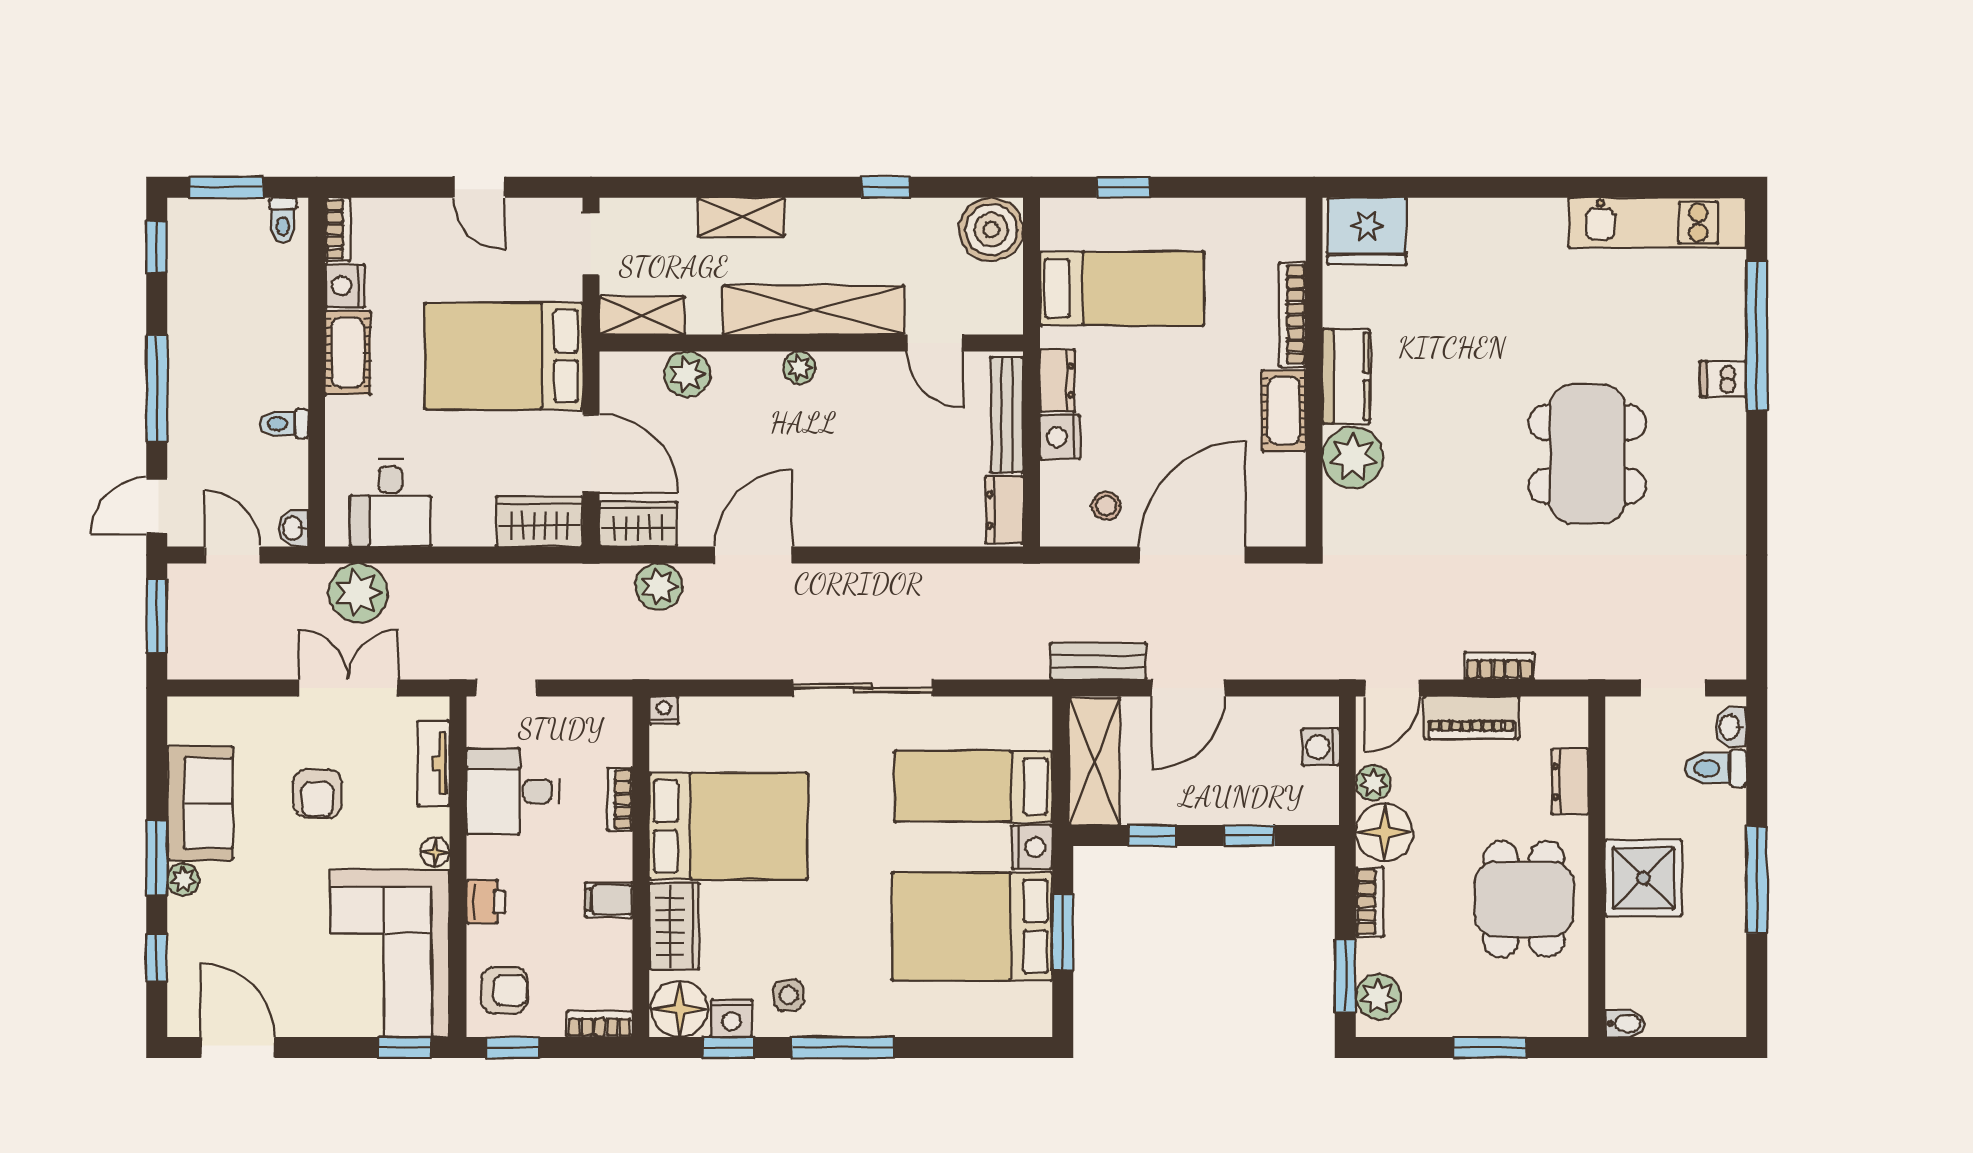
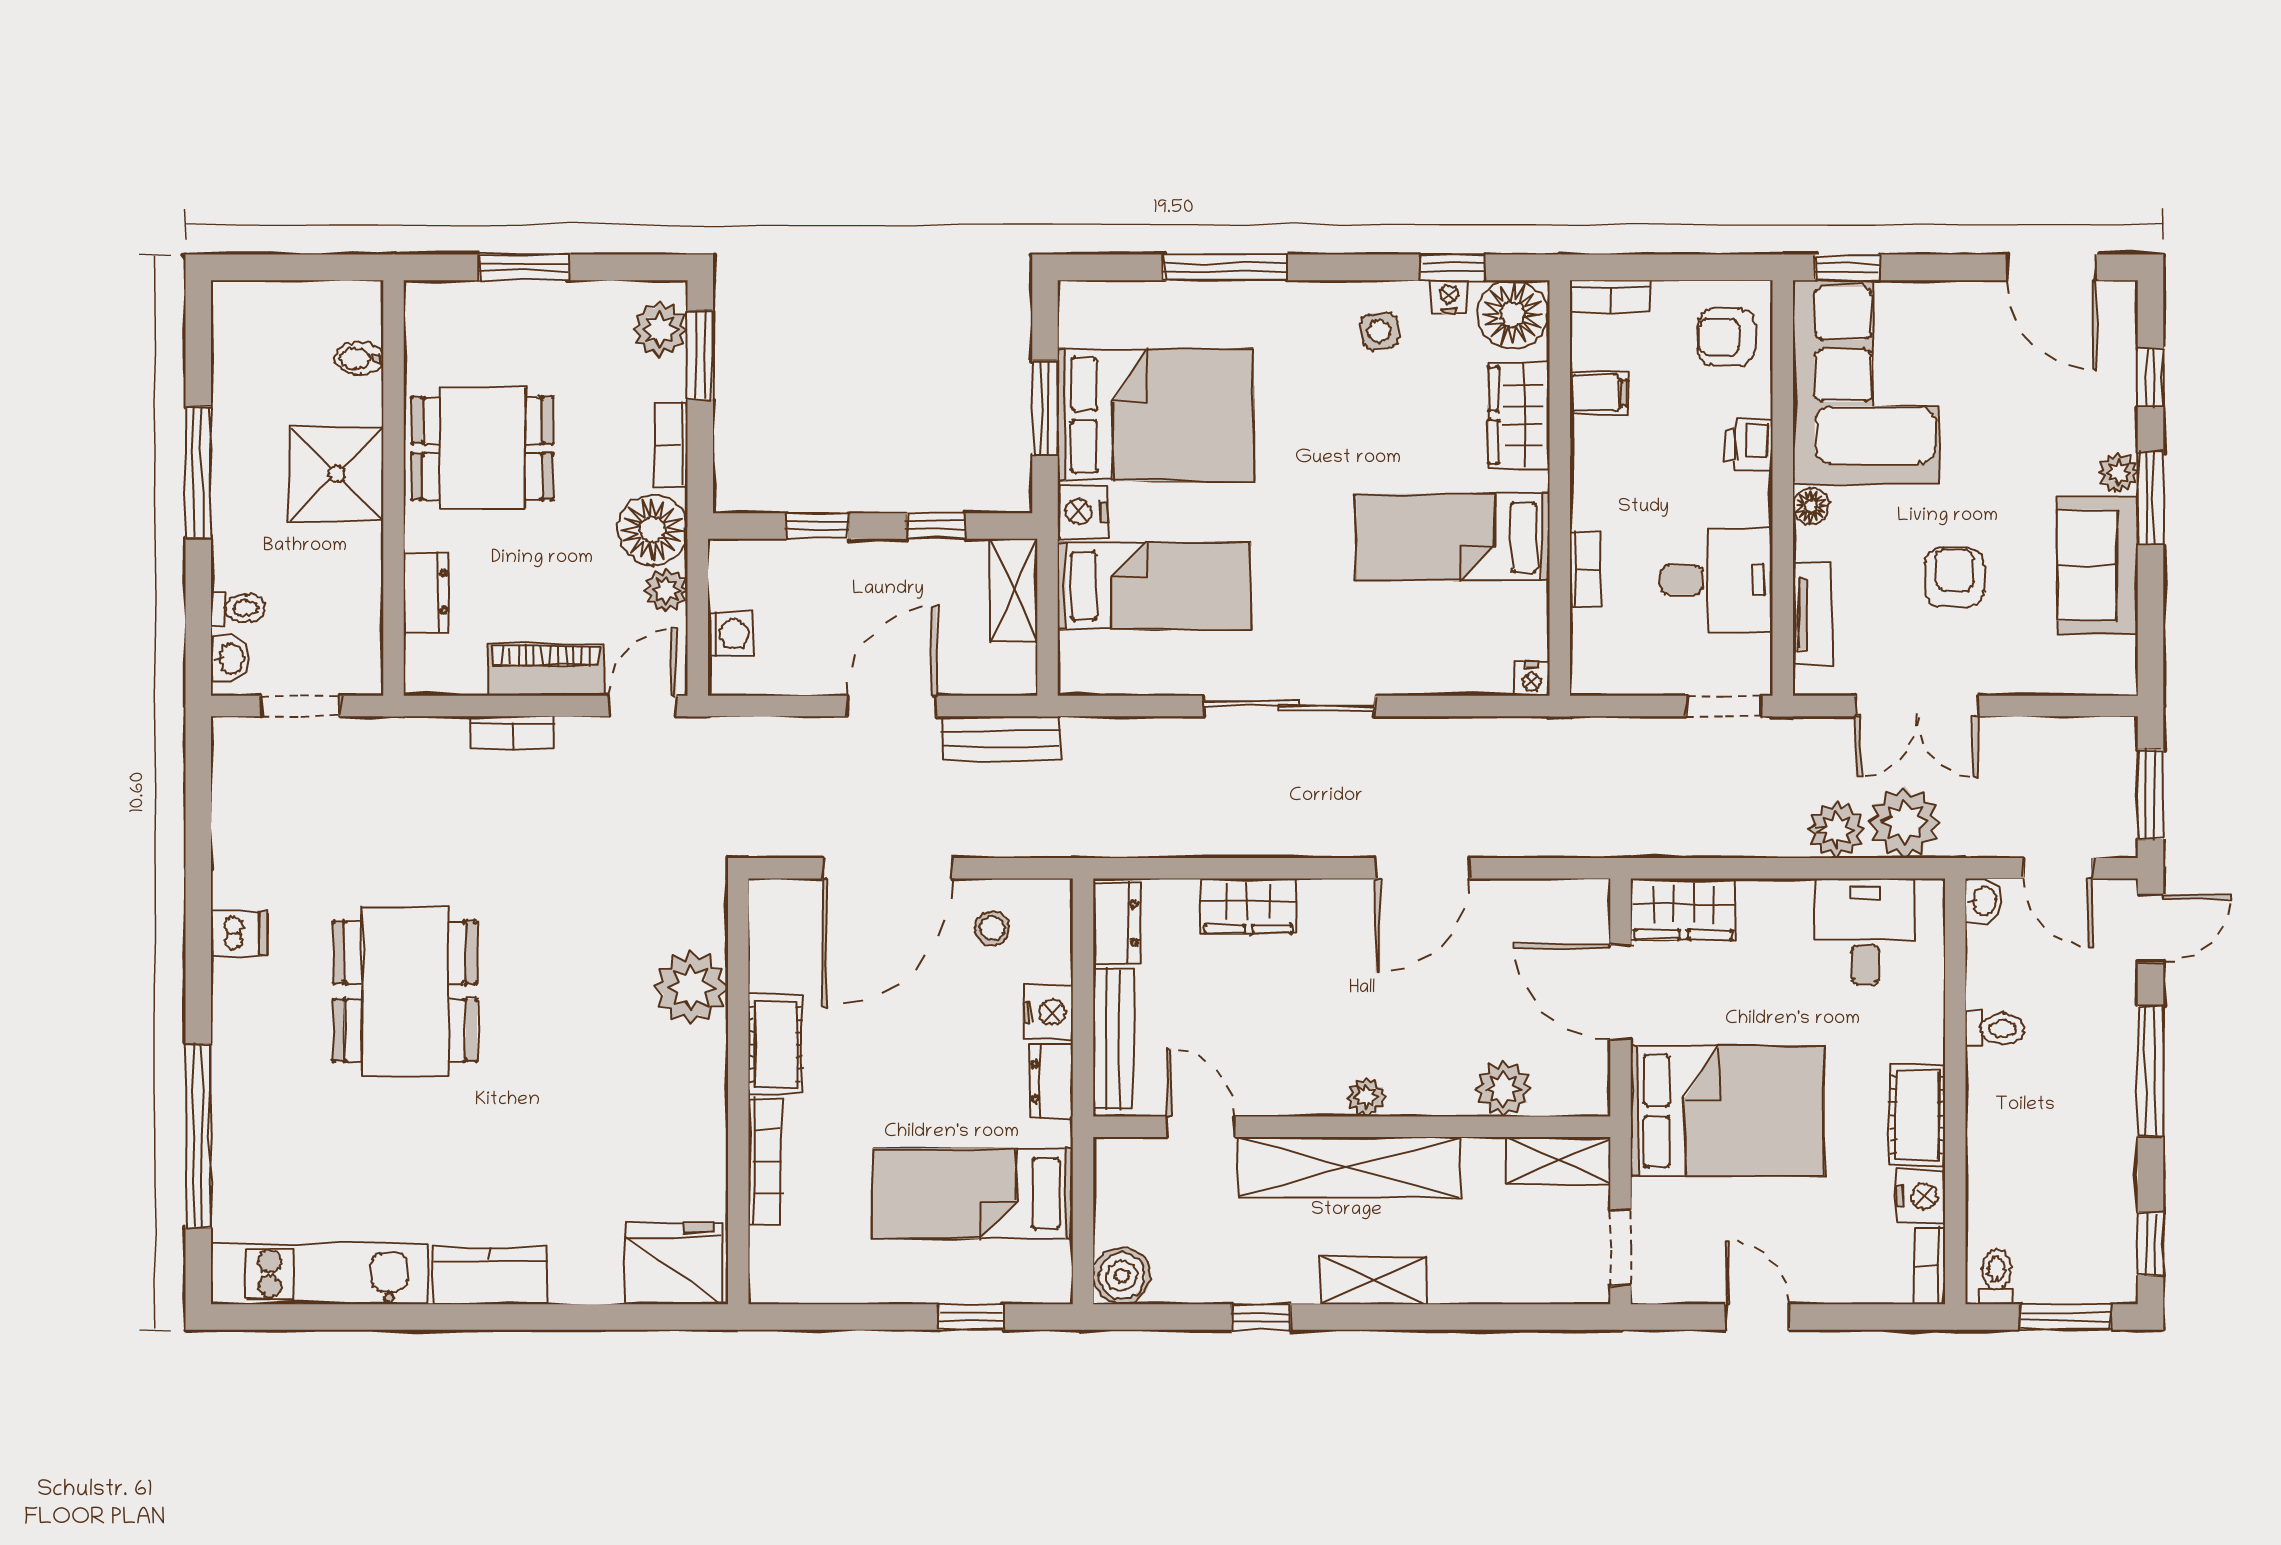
shelving: (741, 217) -> (1373, 1280), moved
boiler: (991, 230) -> (1122, 1276), width x0.73, depth x0.73
kitchen counter: (1346, 376) -> (490, 1275), moved, turned 90
dishwasher: (1723, 379) -> (239, 933), moved
wardrobe: (638, 524) -> (1248, 906), moved
plant: (659, 587) -> (1836, 830), moved
shelving: (1094, 761) -> (1014, 591), width x0.67, depth x0.75
toilet: (1716, 768) -> (238, 608), width x0.73, depth x0.72
bed: (728, 826) -> (1453, 537), width x0.67
dining table: (1524, 899) -> (482, 448), turned 90
filing cabinet: (609, 900) -> (1599, 393), moved
nightstand: (732, 1018) -> (1449, 297), width x0.72, depth x0.74
bidet: (1625, 1024) -> (359, 358), moved
window: (513, 1048) -> (1716, 267), removed
window: (842, 1048) -> (1225, 267), moved

